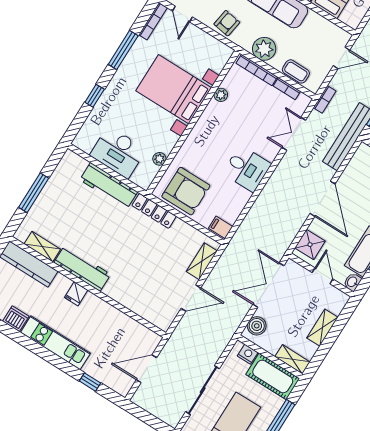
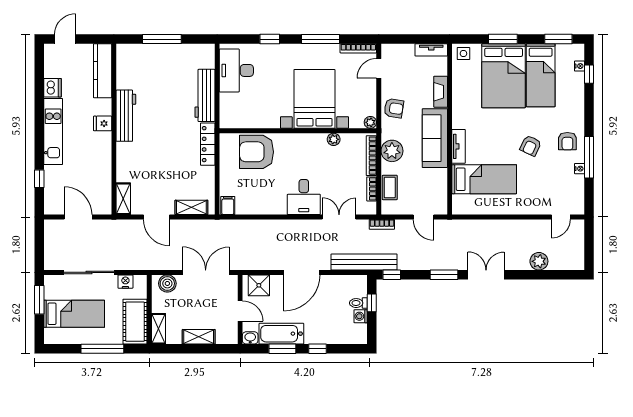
desk: (118, 152) -> (236, 70), moved
plant: (159, 159) -> (370, 122), moved
desk: (247, 169) -> (304, 197), moved
armchair: (186, 191) -> (257, 152), moved, turned 90
shelving: (42, 247) -> (123, 199), moved
door: (323, 276) -> (240, 311), hinge flipped
nightstand: (248, 354) -> (125, 282), moved, turned -90

